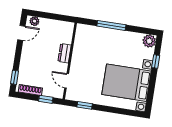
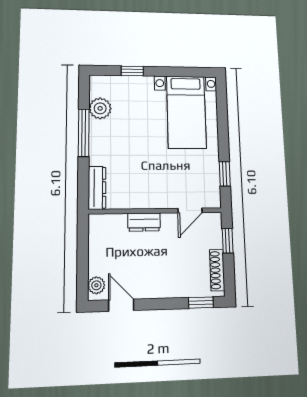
window: (111, 25) -> (84, 133), moved
dresser: (89, 30) -> (97, 188), added
plant: (149, 41) -> (100, 108), moved
bed with nightstands: (127, 83) -> (186, 112), width x0.73

